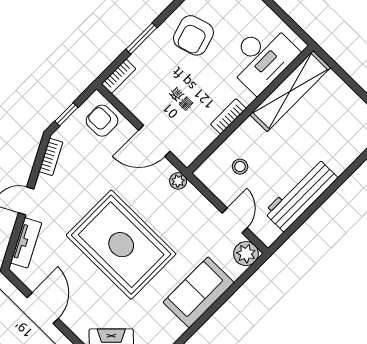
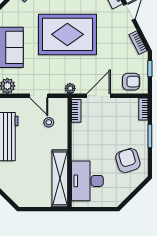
bookcase: (228, 116) -> (76, 111), moved
door: (235, 221) -> (39, 96), moved

